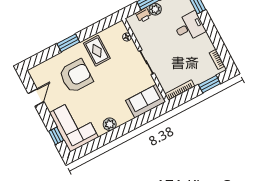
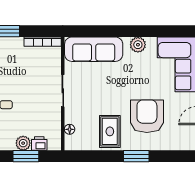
armchair: (76, 76) -> (147, 116), turned 90
sofa: (146, 101) -> (94, 49), width x1.36

